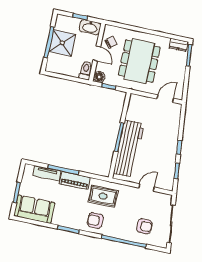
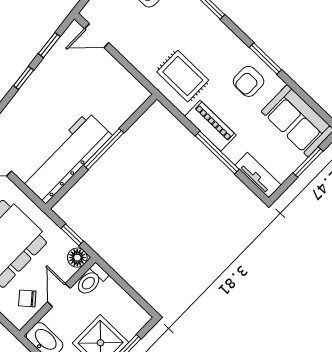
workbench: (129, 149) -> (66, 158), moved
tv unit: (47, 173) -> (258, 175), moved
door: (147, 188) -> (97, 36), moved
armchair: (95, 221) -> (249, 81), moved, turned 90

